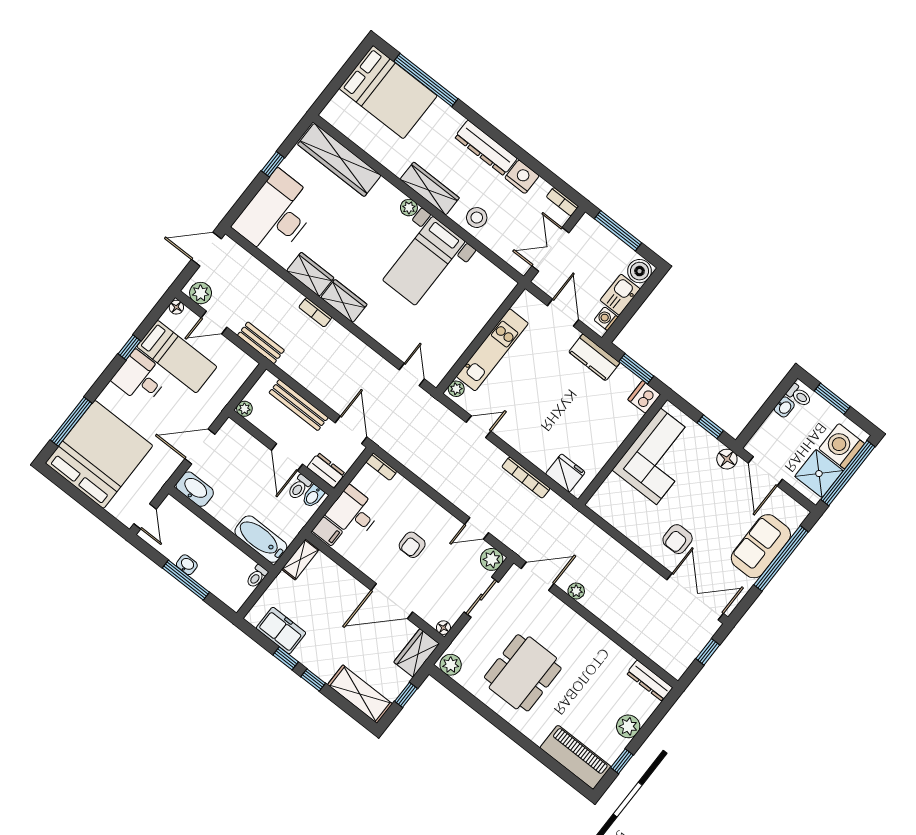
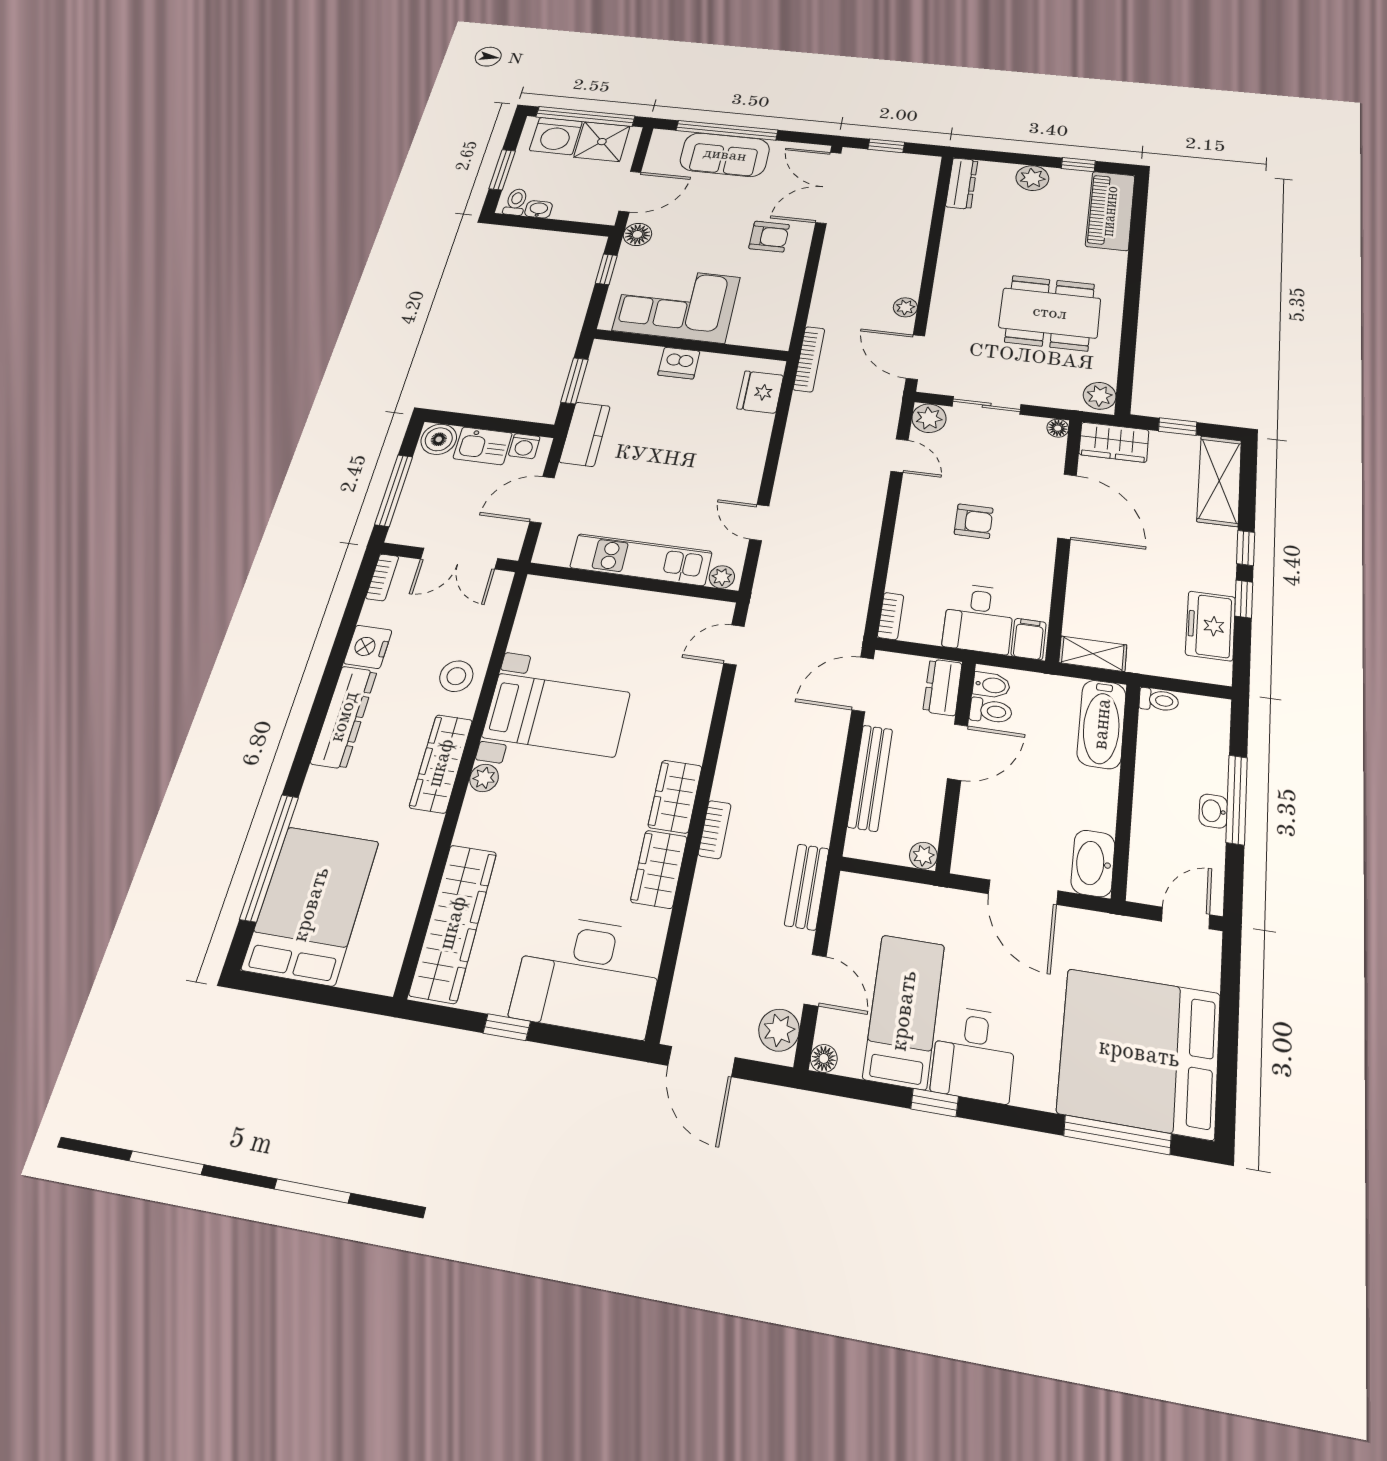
dishwasher: (644, 397) -> (679, 363), moved
bookcase: (526, 478) -> (809, 359), moved

